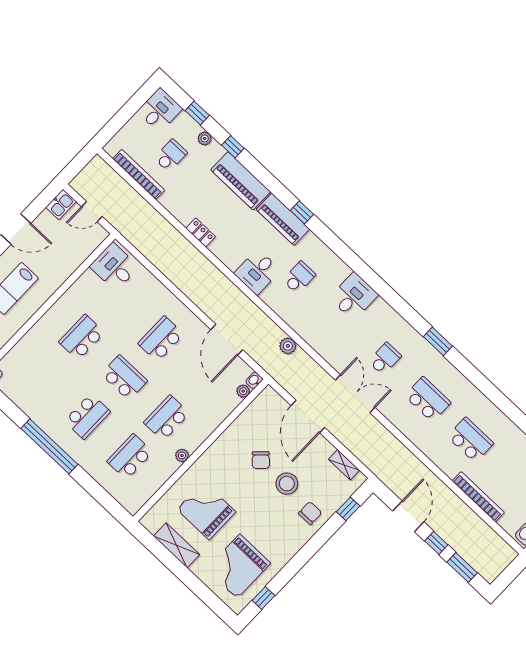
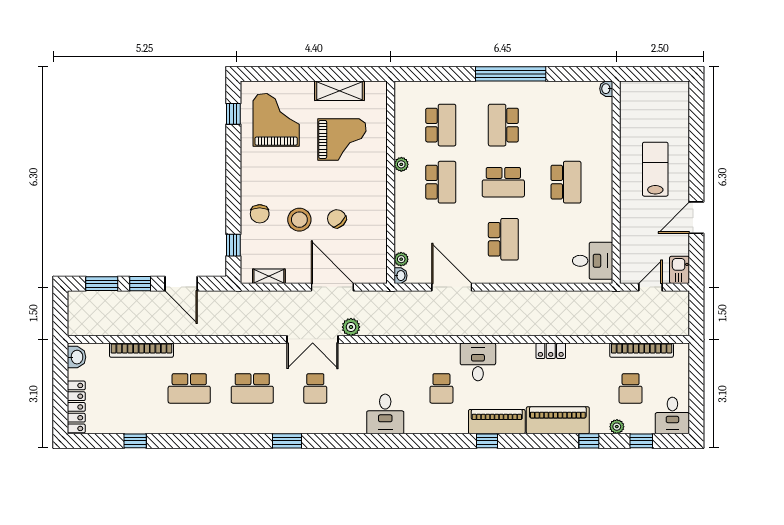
plant: (288, 346) -> (351, 327), moved

